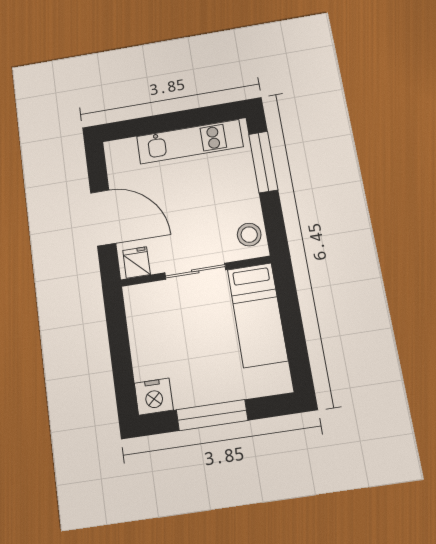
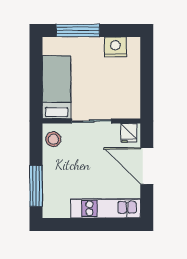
kitchen unit: (190, 142) -> (106, 208), moved
nightstand: (154, 397) -> (115, 47), moved
window: (212, 415) -> (78, 30), moved

